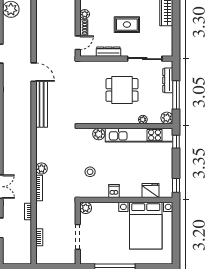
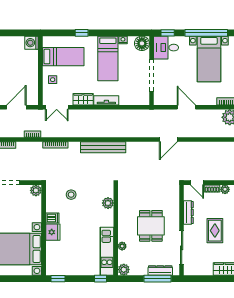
window: (176, 95) -> (158, 279), moved
bench: (42, 104) -> (103, 147), moved
kitchen unit: (139, 135) -> (107, 251), width x0.73
plant: (41, 169) -> (74, 147), removed
fridge: (150, 191) -> (53, 232), moved

